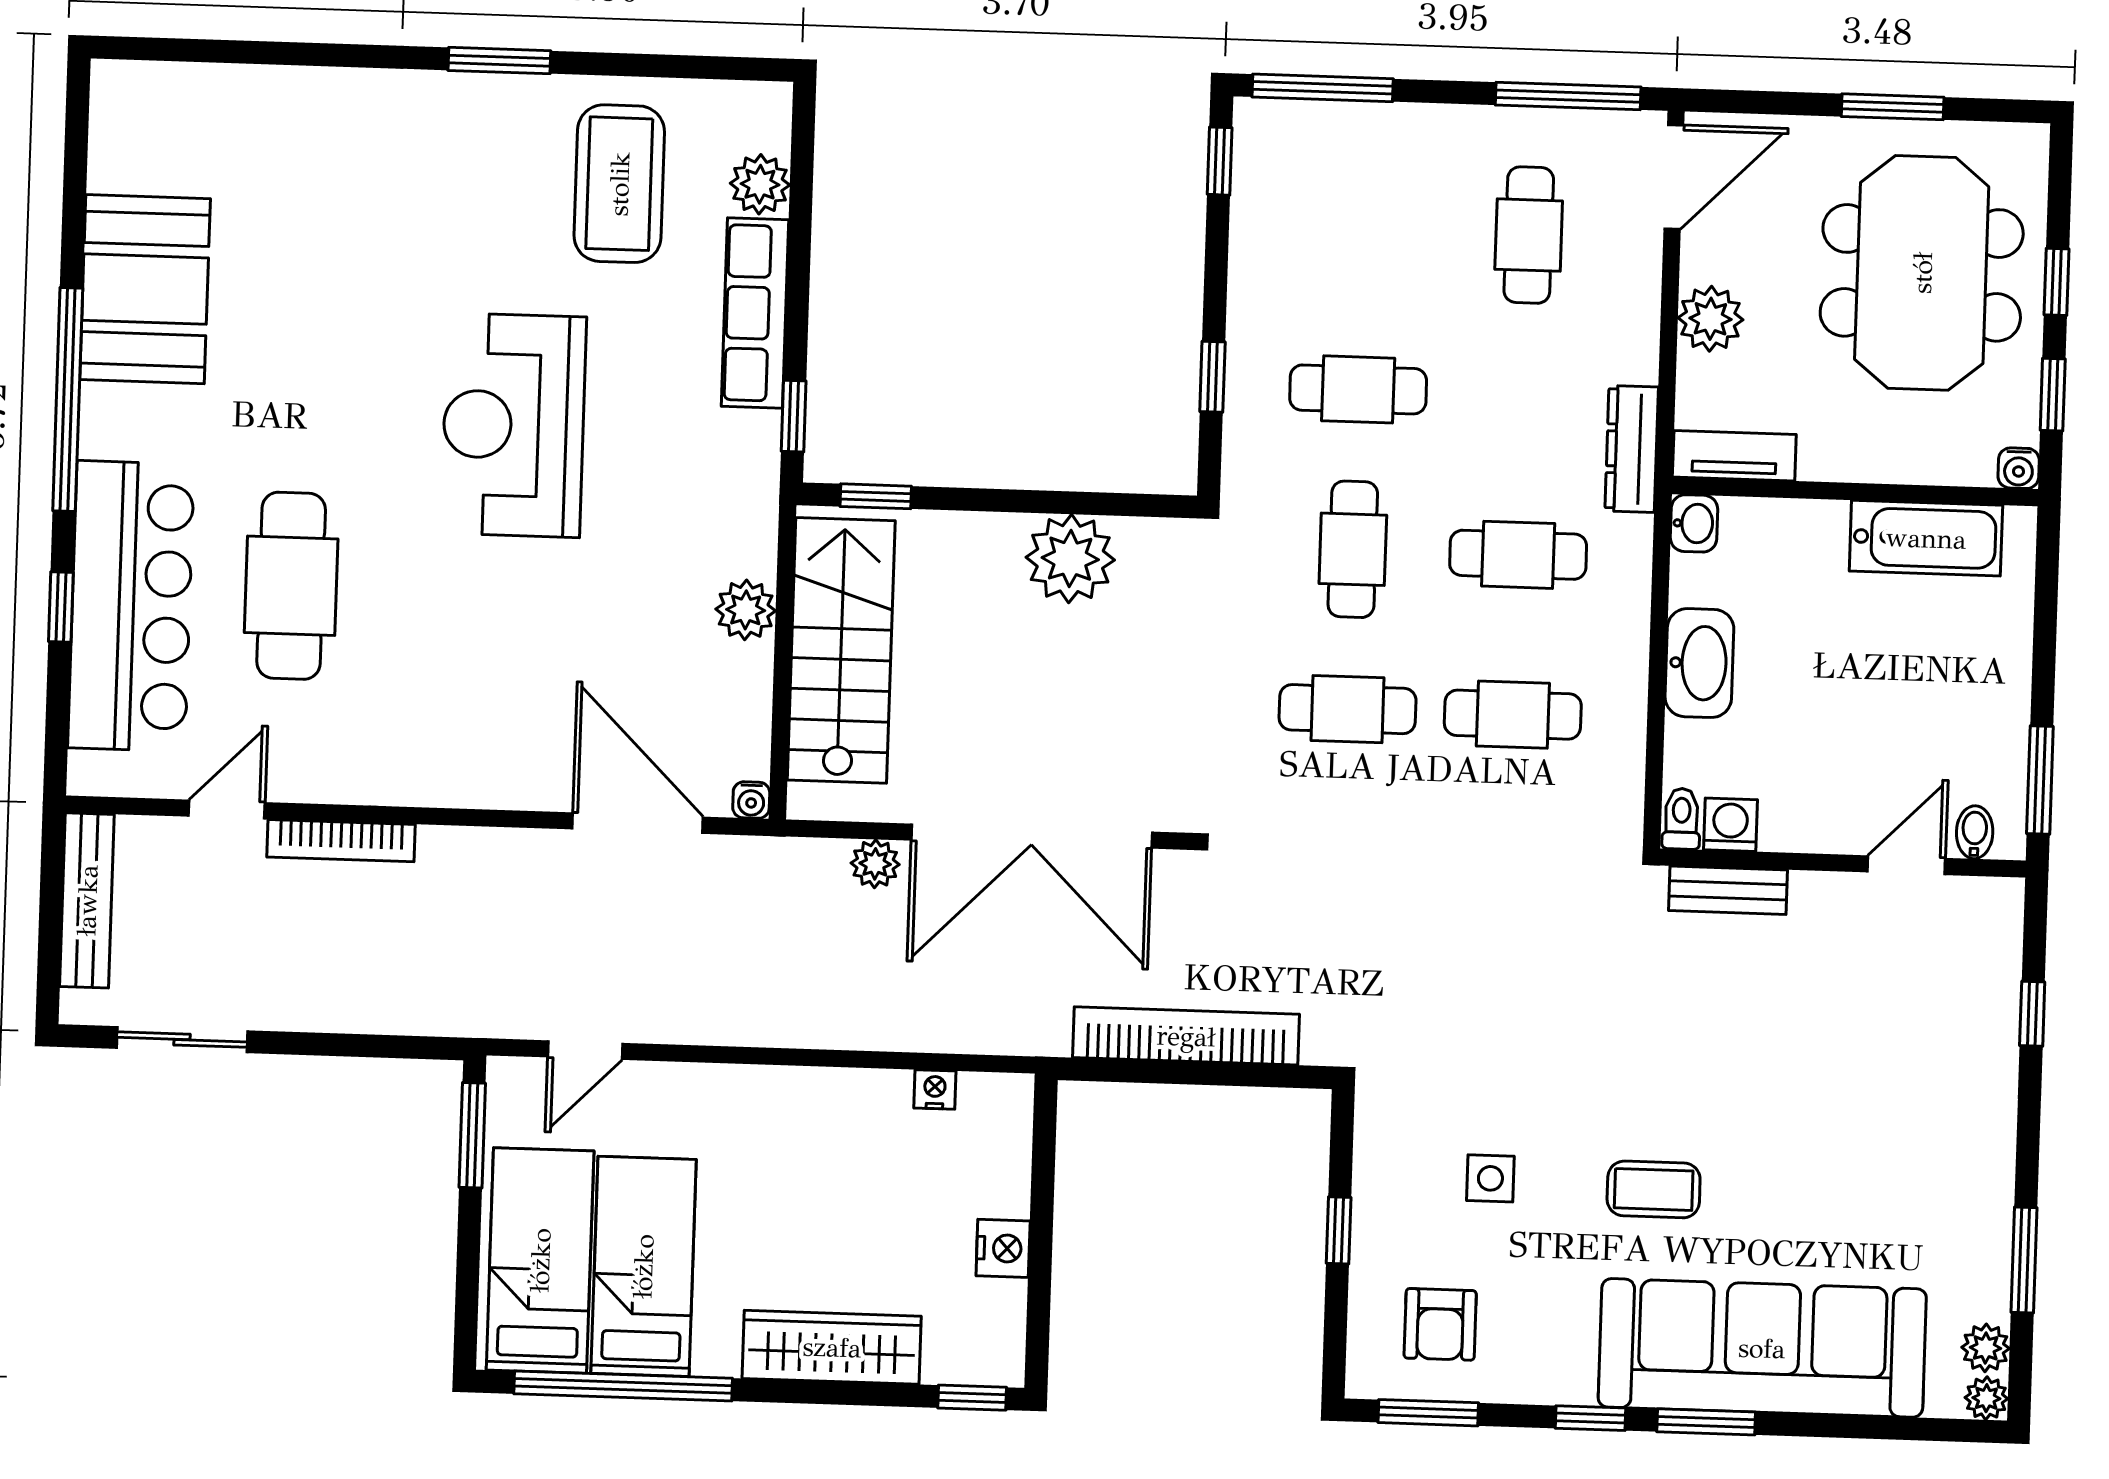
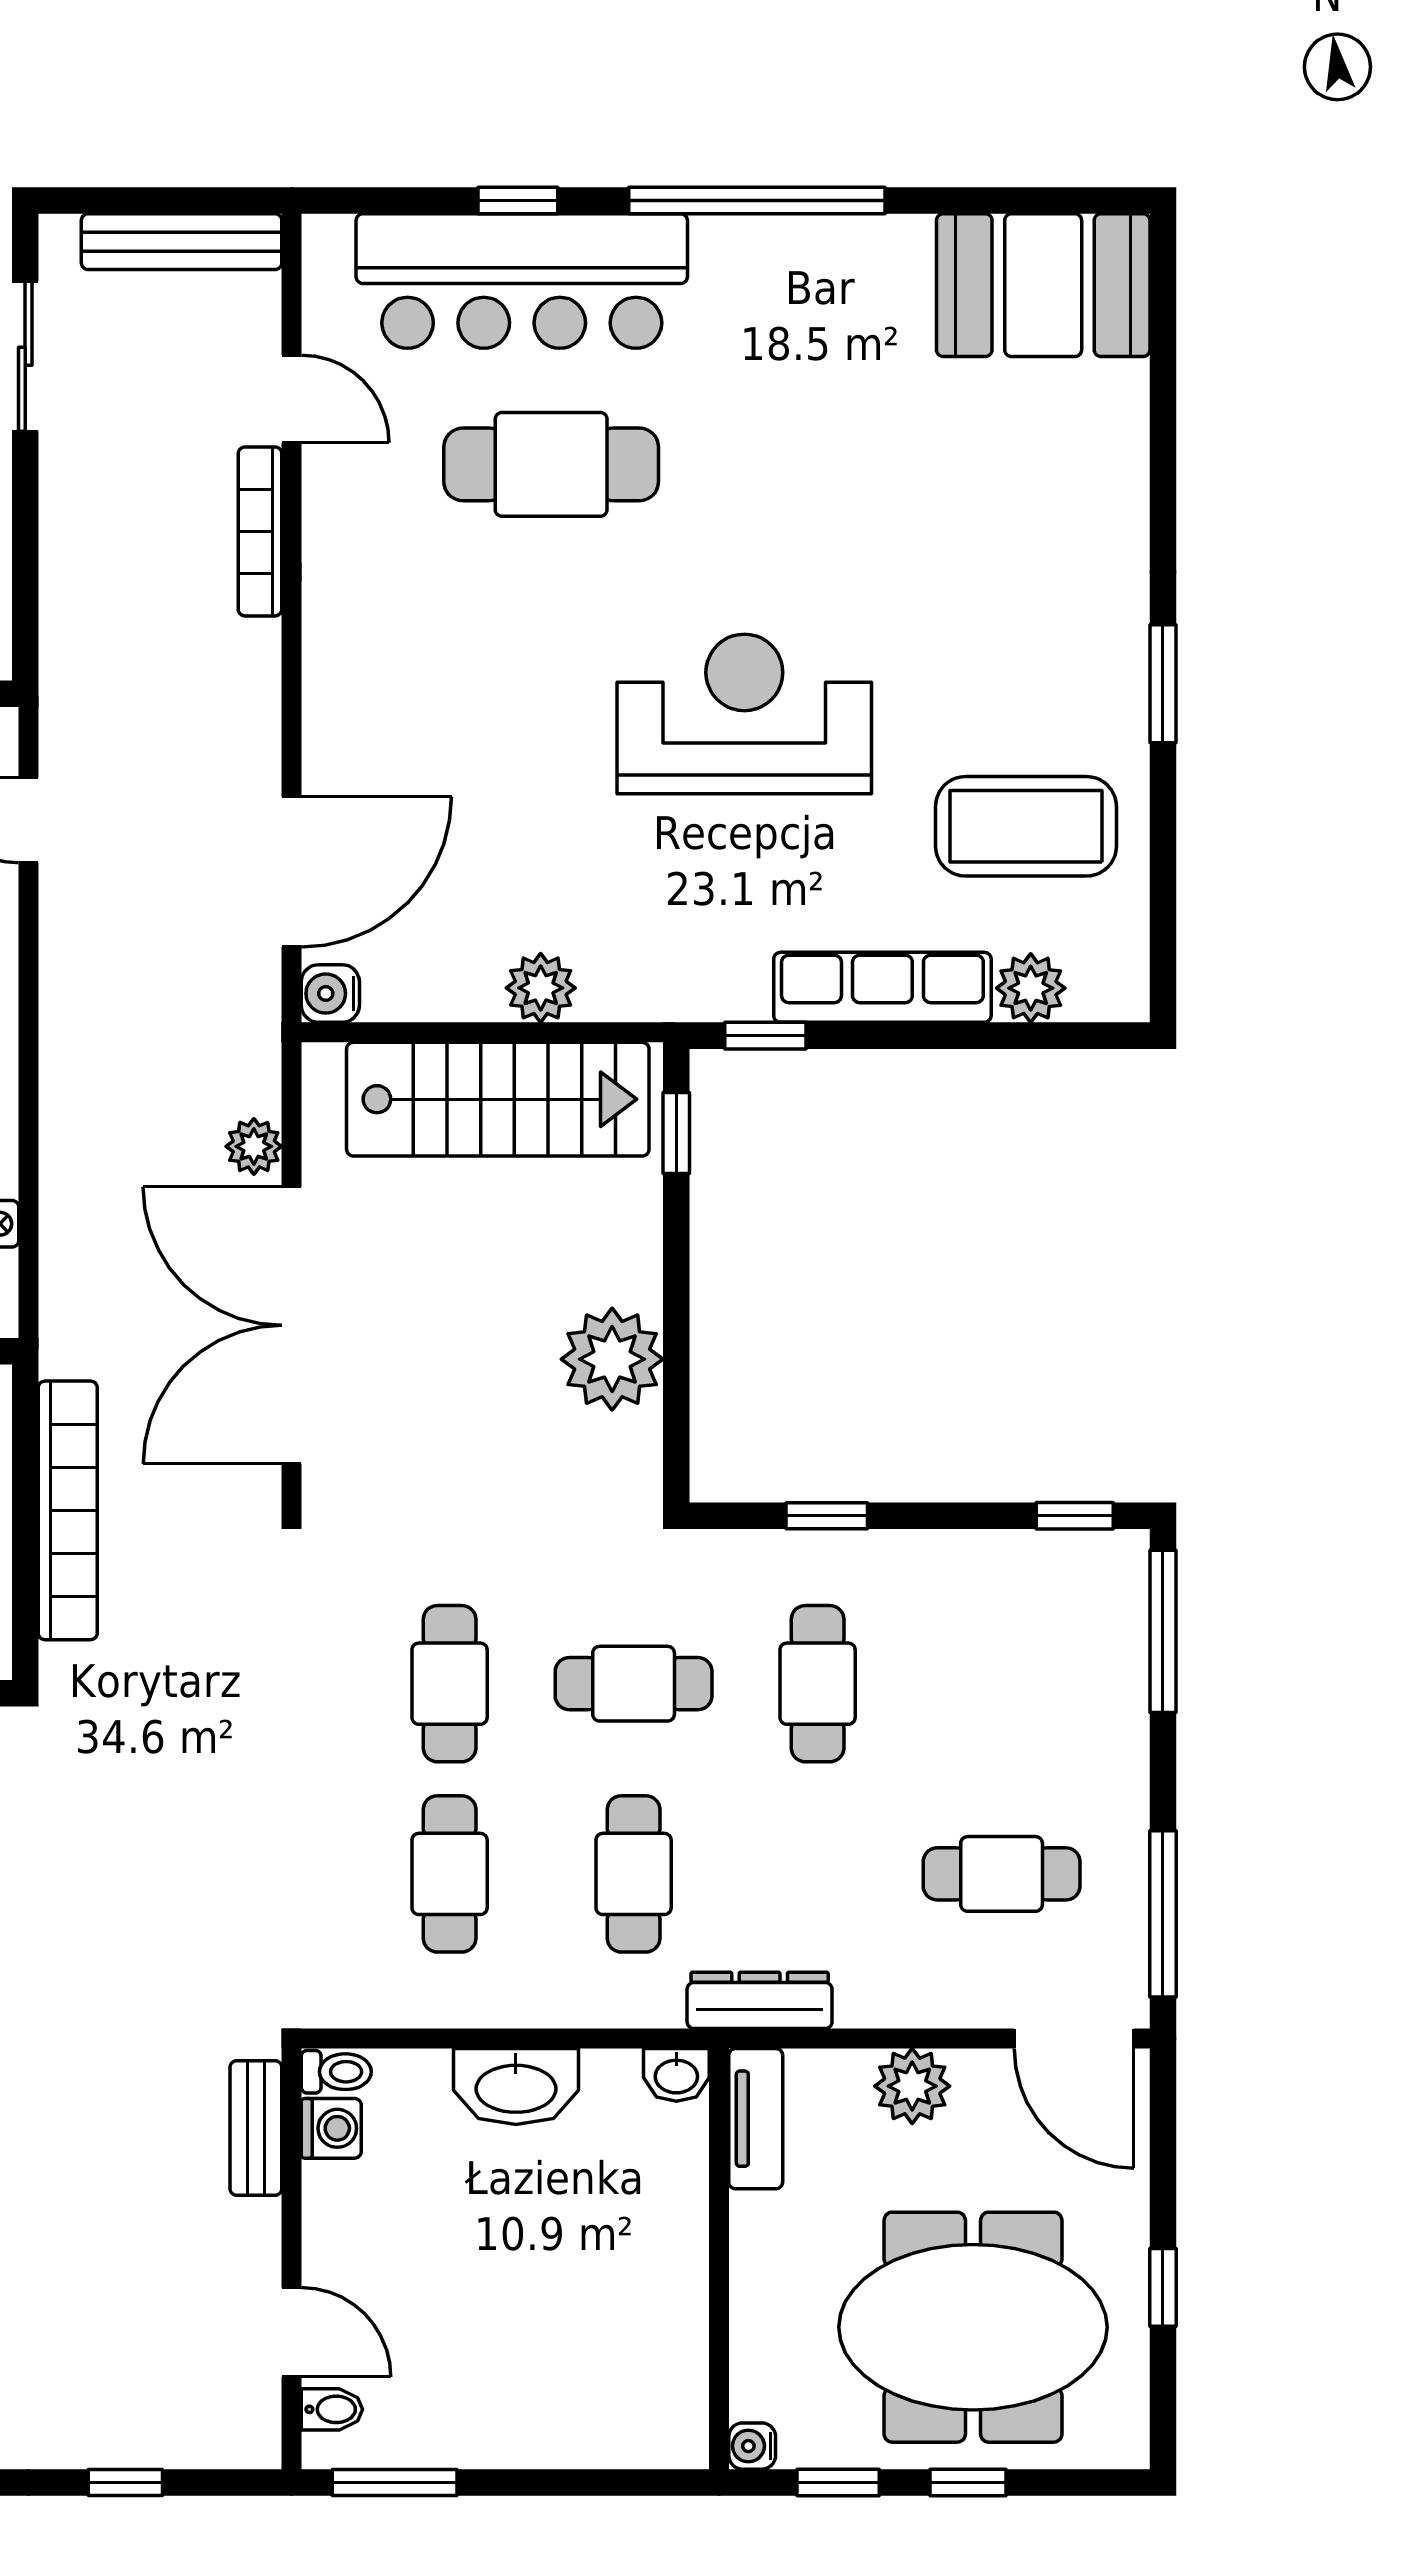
window: (1893, 107) -> (1163, 2287), width x0.67
booth: (145, 289) -> (1043, 285), moved
bathtub: (1926, 538) -> (668, 2342), removed
water cooler: (751, 800) -> (330, 994), width x1.38, depth x1.38

